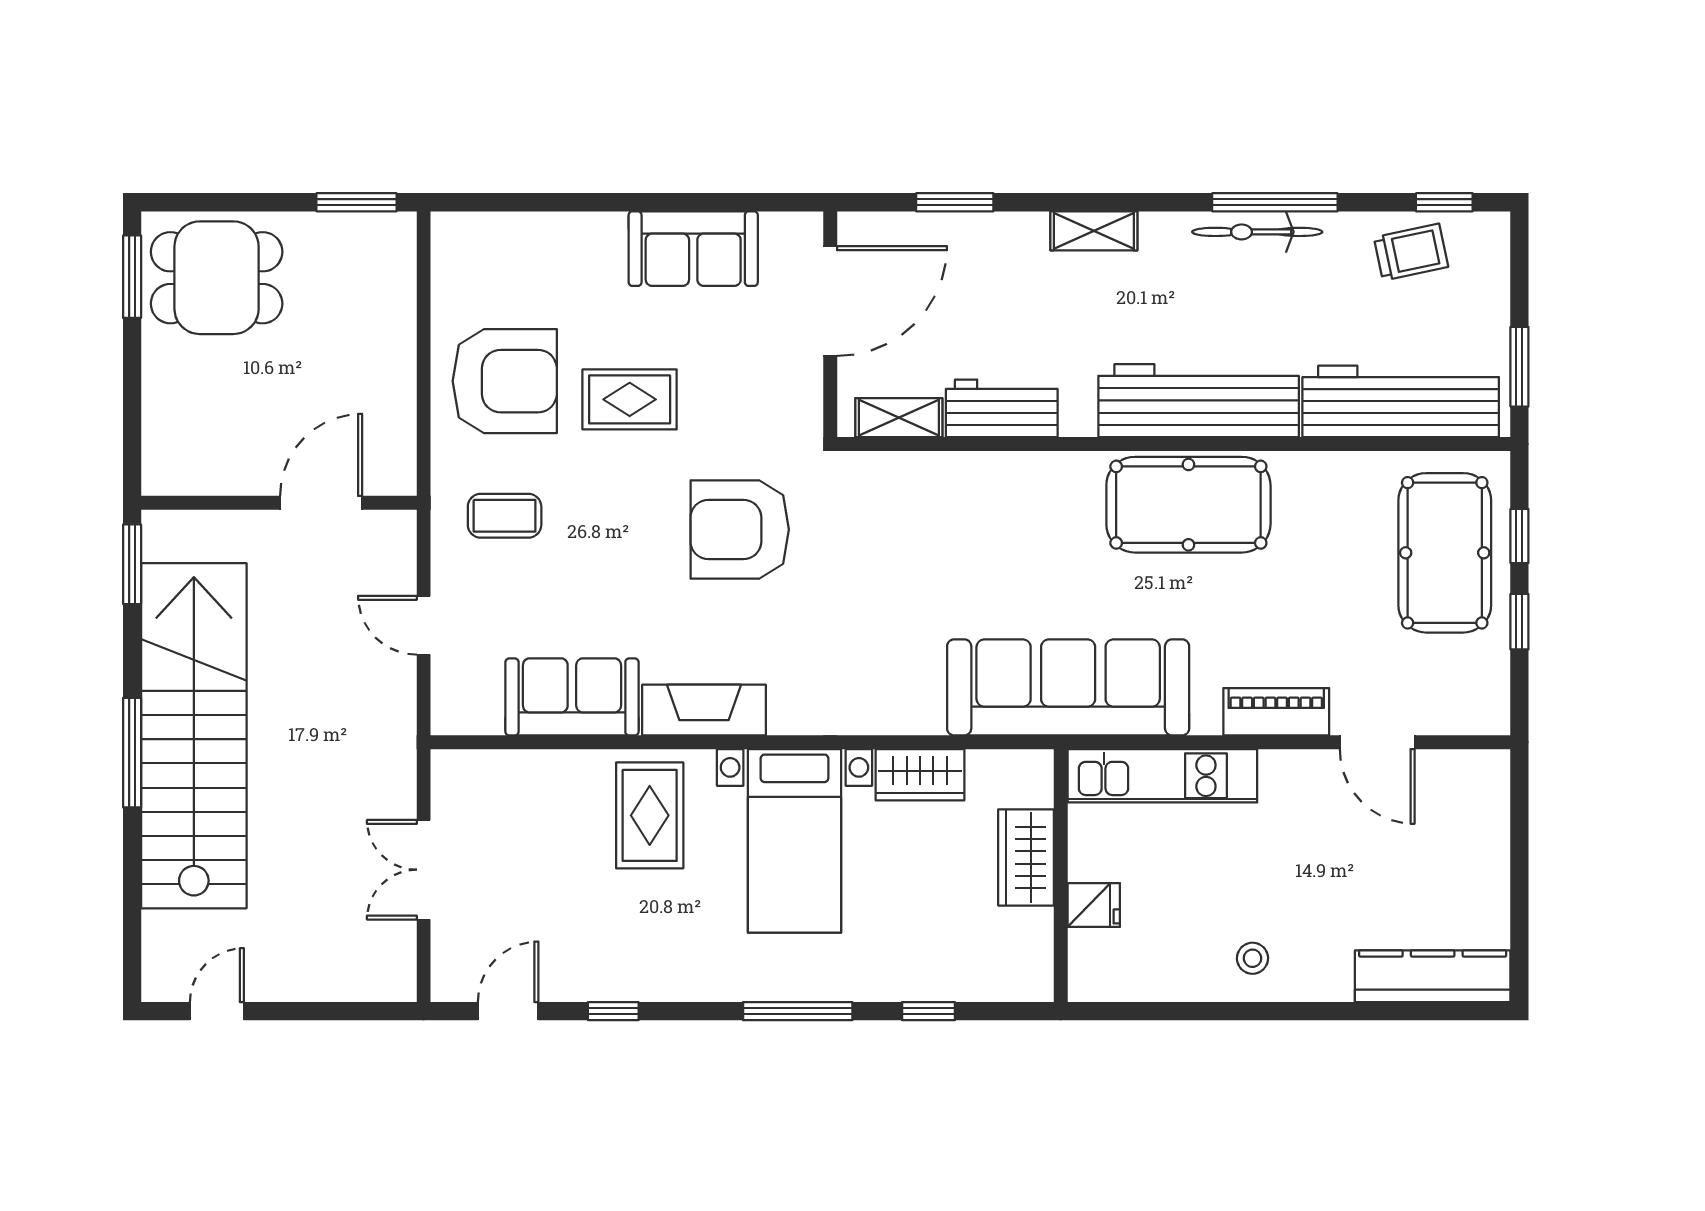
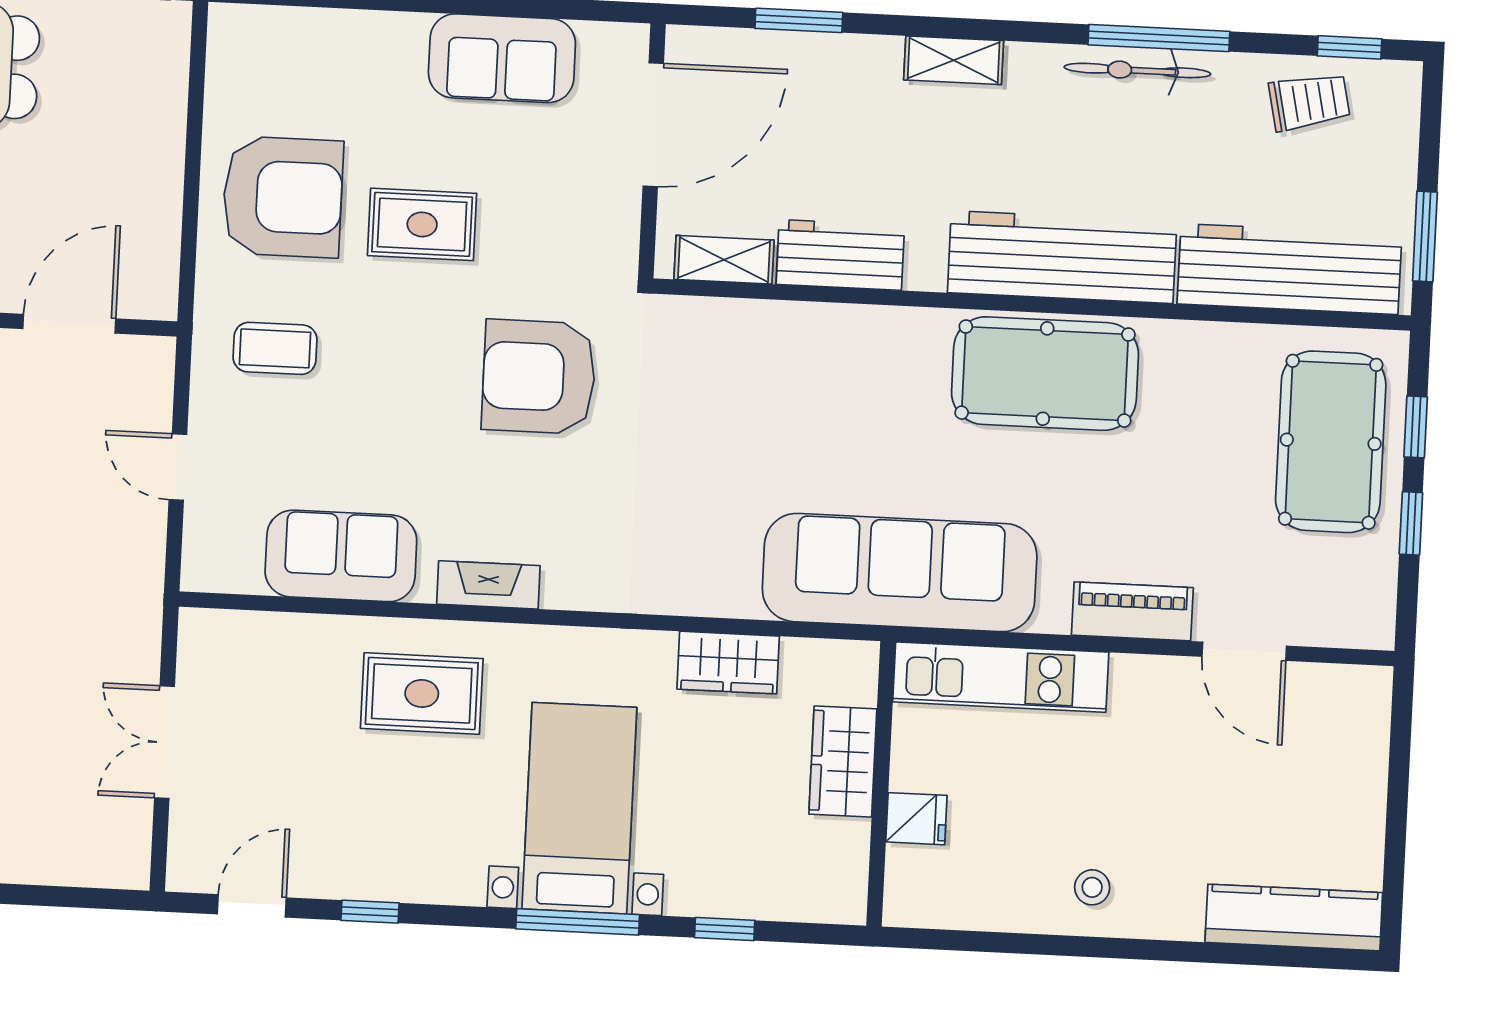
fireplace: (704, 710) -> (488, 585), width x0.73, depth x0.76
rug: (650, 815) -> (422, 693), turned 90
bed with nightstands: (794, 841) -> (579, 808), moved, turned 180

